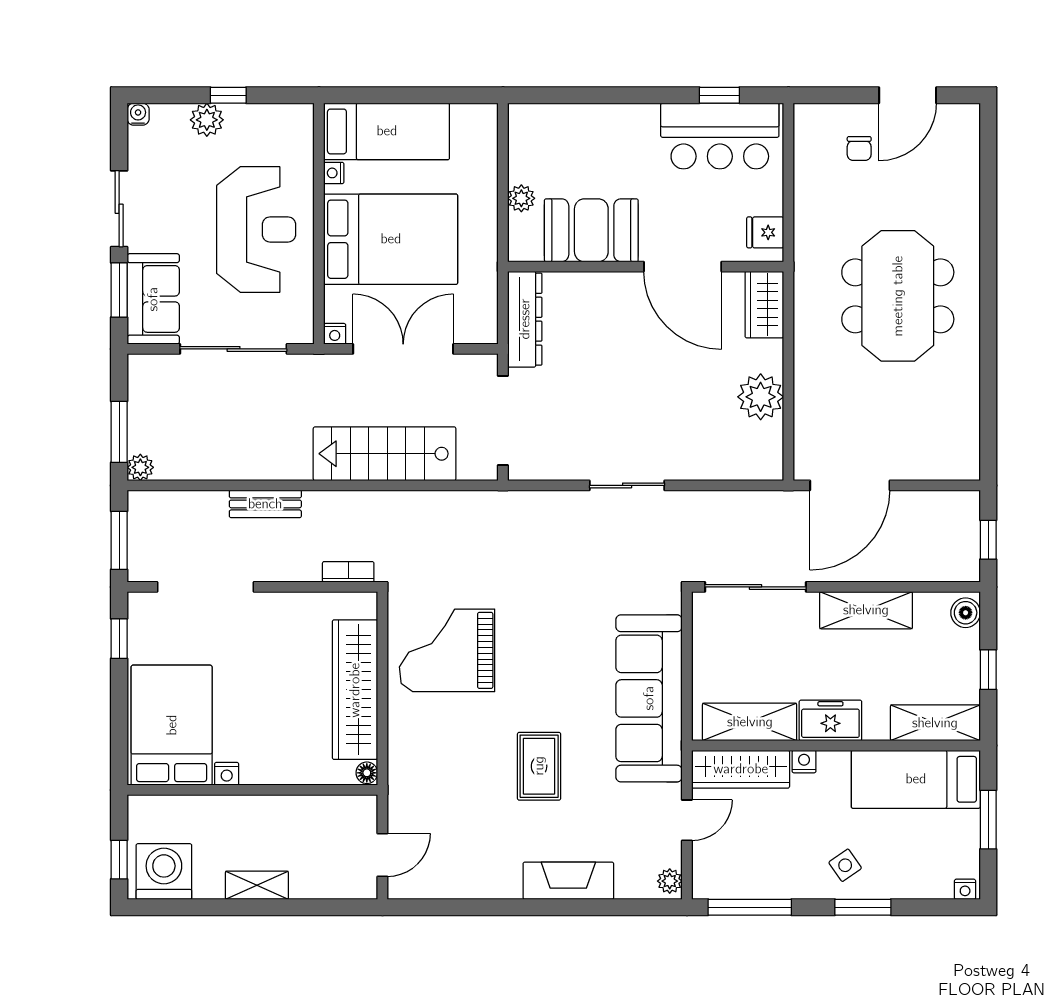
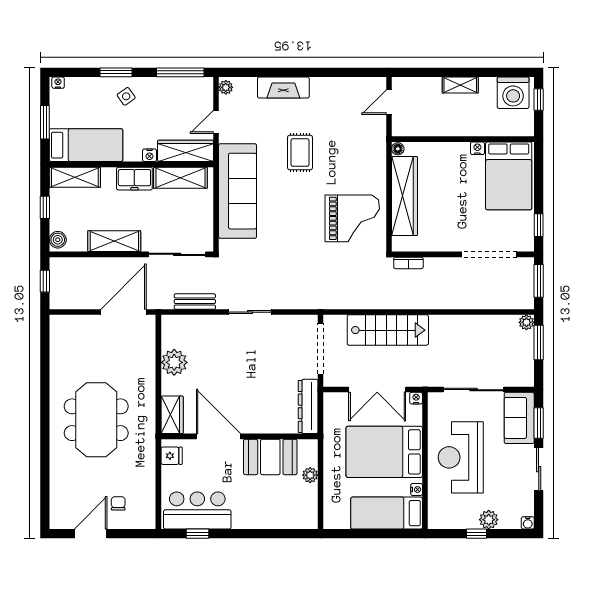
bench: (265, 504) -> (195, 302), moved

